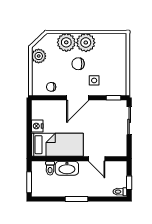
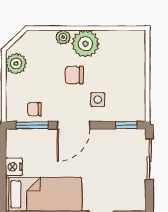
plant: (66, 42) -> (63, 37), width x0.53, depth x0.53
window: (50, 98) -> (32, 125), added

